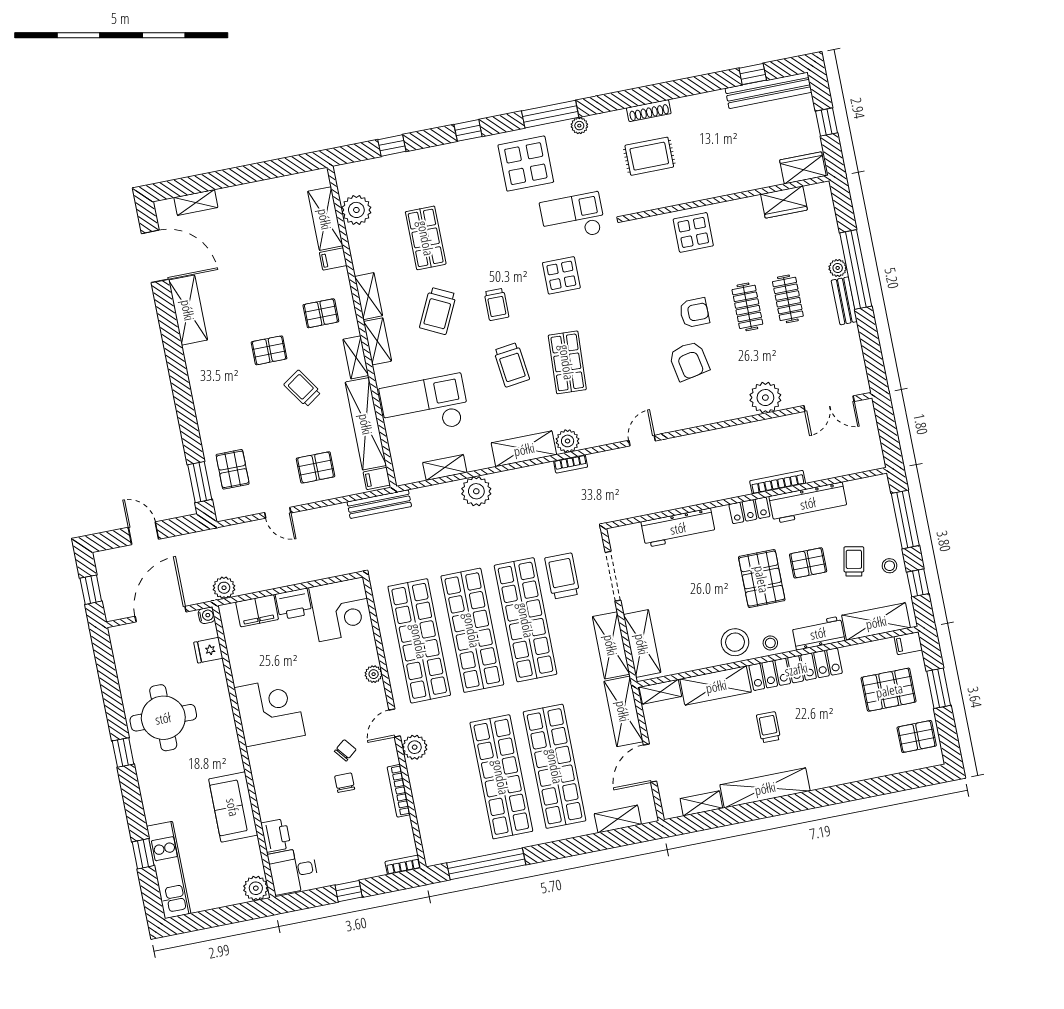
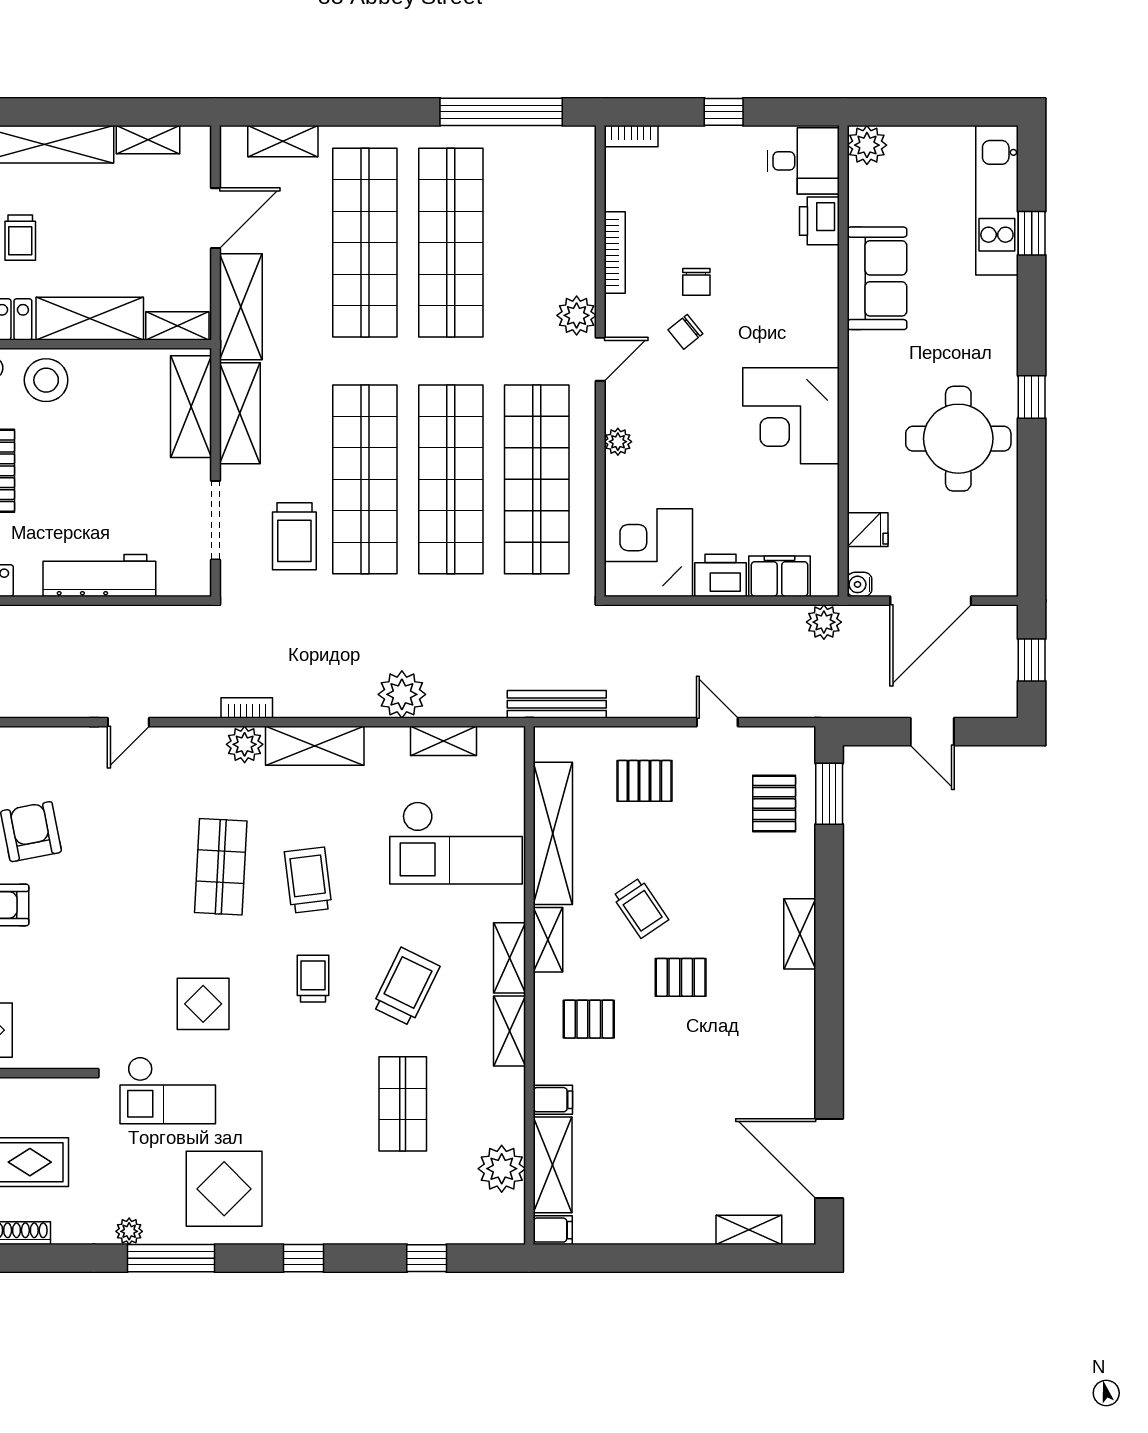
shelving: (188, 310) -> (800, 934), moved, width x0.67, depth x0.75
filing cabinet: (377, 478) -> (553, 1230), moved

